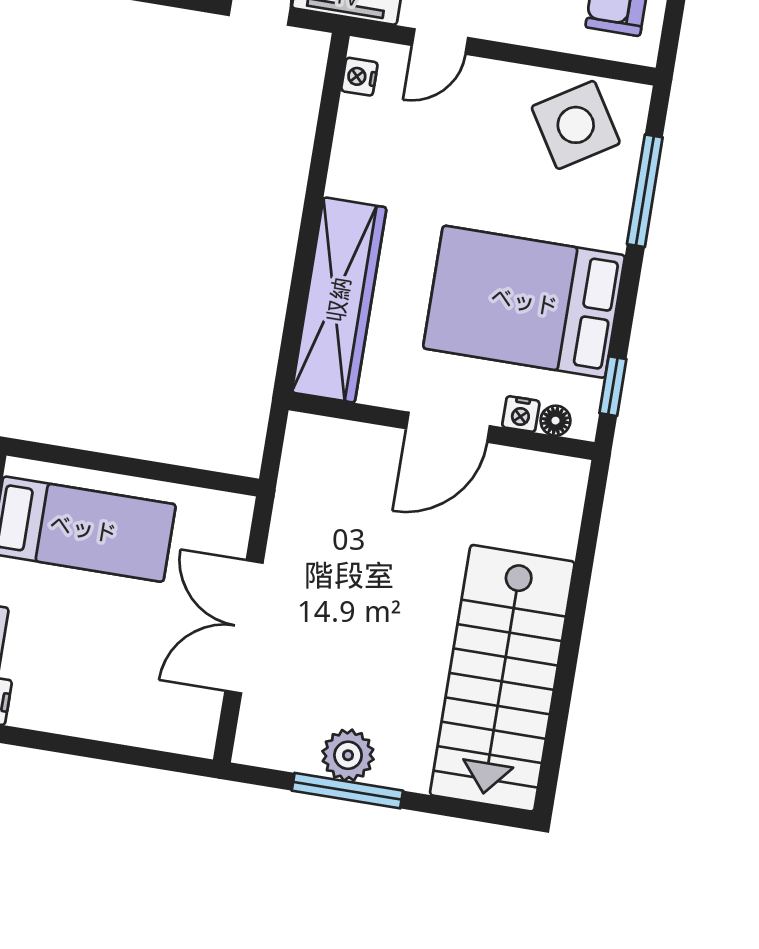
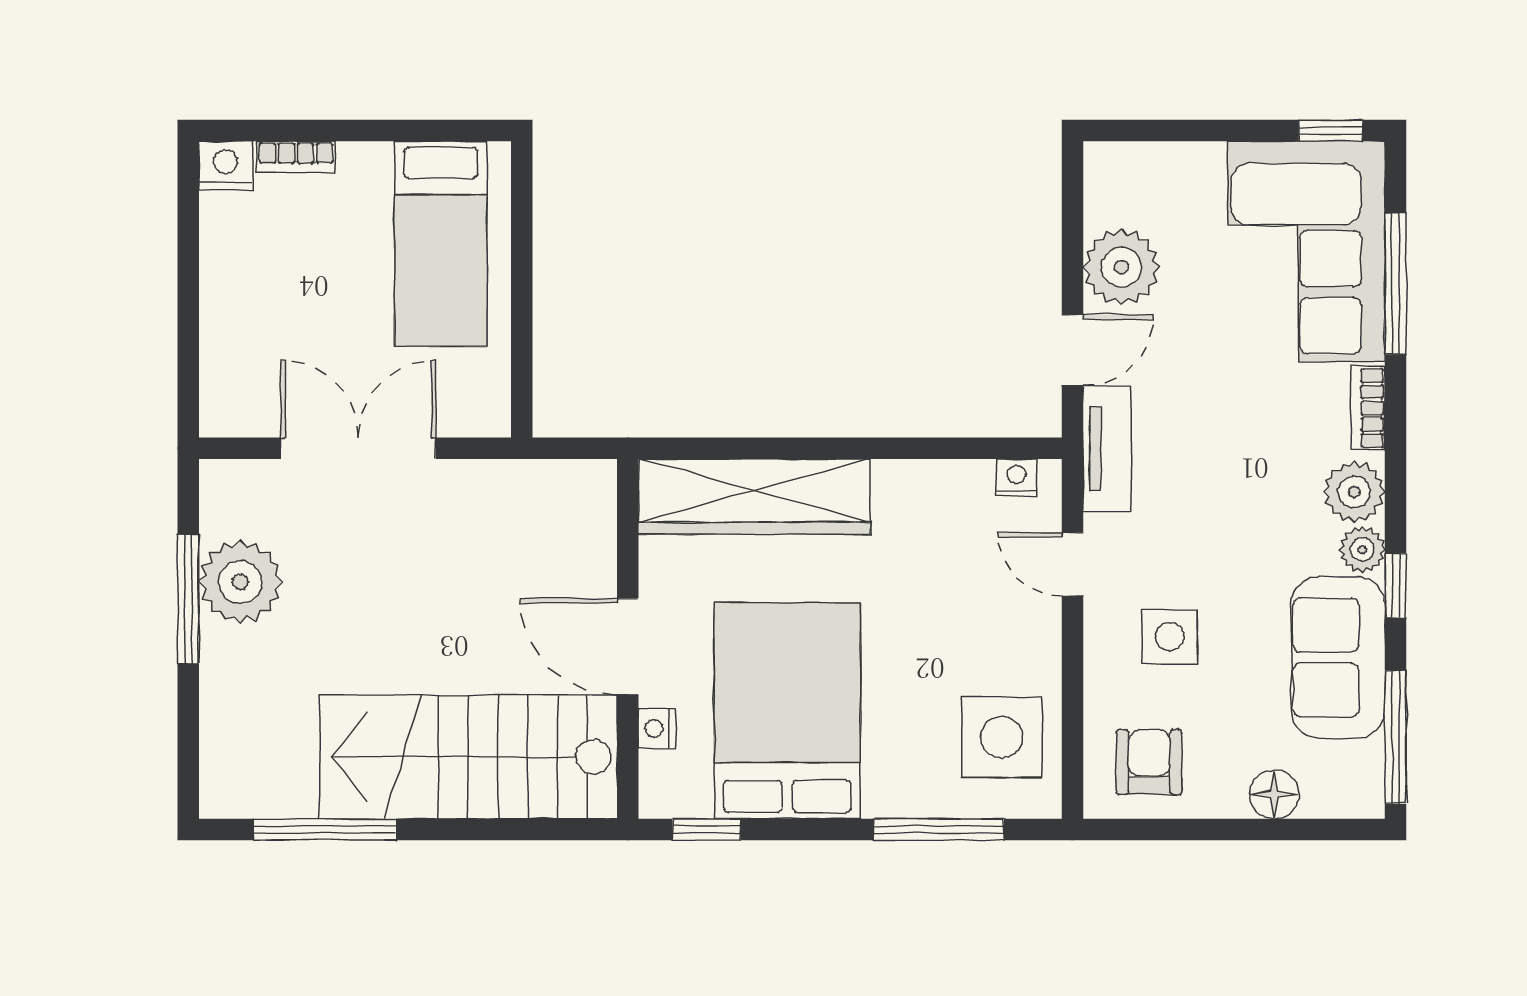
side table: (576, 125) -> (1002, 737), turned 32
floor lamp: (555, 421) -> (656, 770), removed
stairs: (502, 678) -> (468, 757), moved
window: (560, 707) -> (325, 830), added
plant: (348, 755) -> (240, 582), width x1.36, depth x1.36

